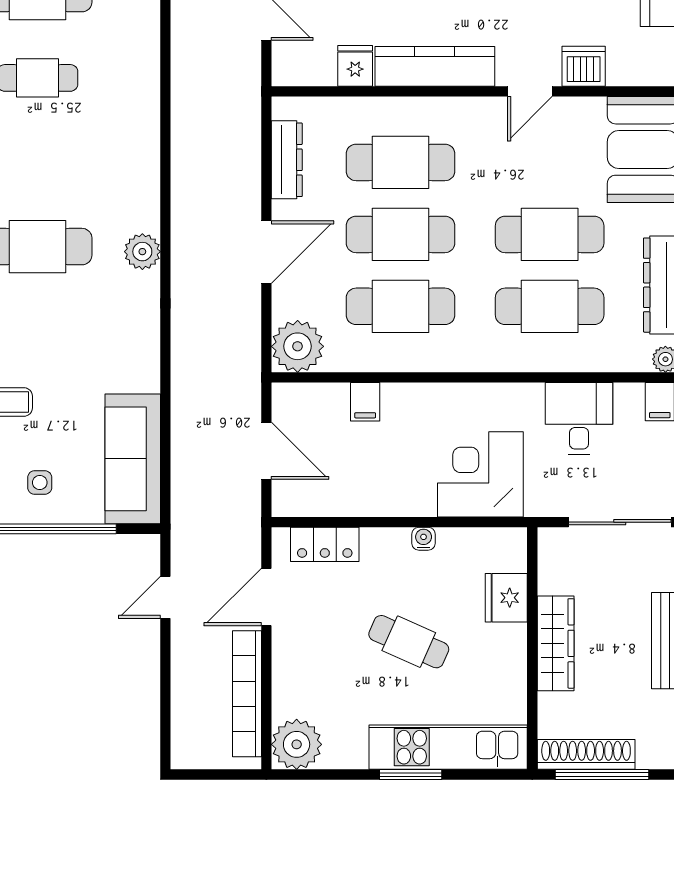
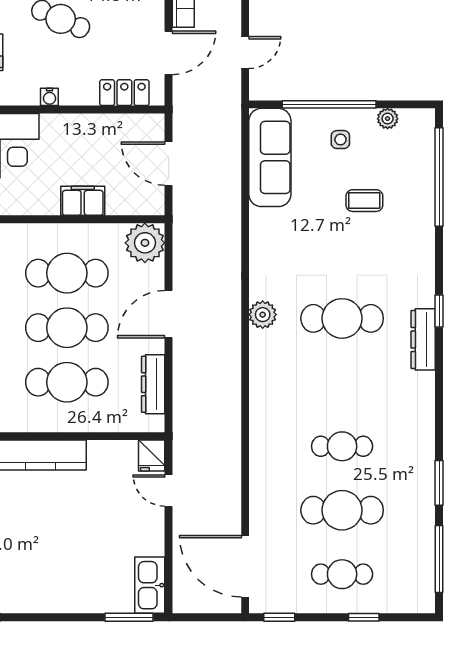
fridge: (355, 66) -> (152, 455), moved
filing cabinet: (365, 402) -> (83, 201), width x2.00

